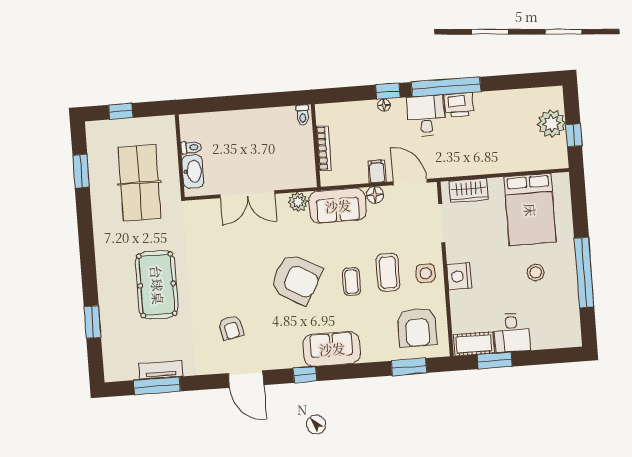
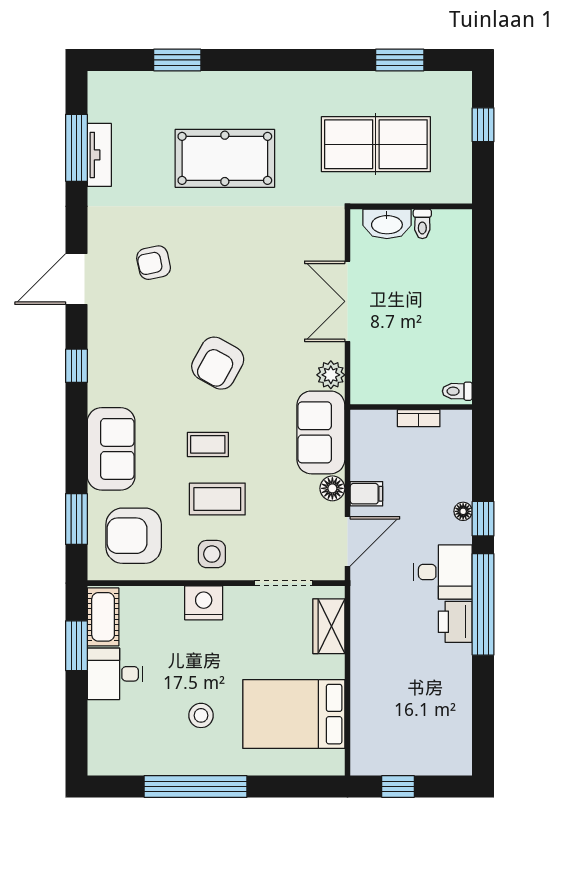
plant: (551, 124) -> (418, 755), removed
bookcase: (324, 148) -> (419, 418), width x0.64
armchair: (296, 279) -> (218, 363), width x0.73, depth x0.73
sofa: (332, 349) -> (111, 449), moved

